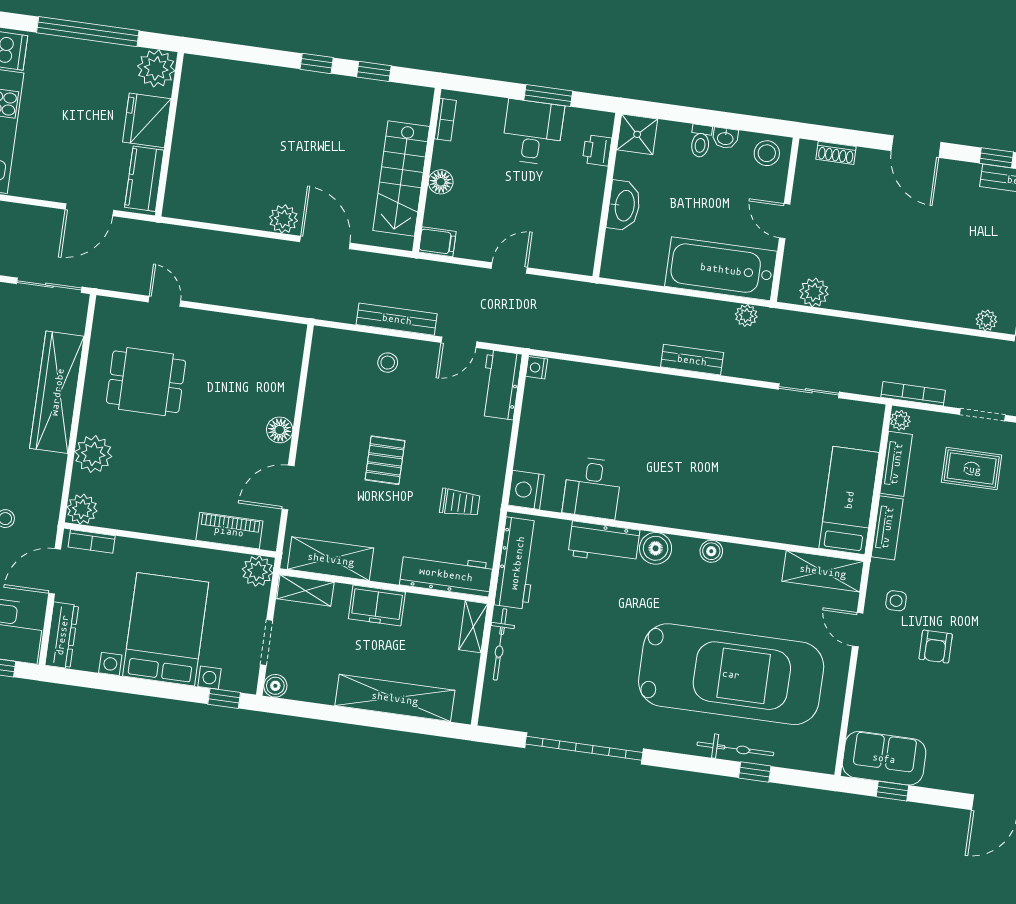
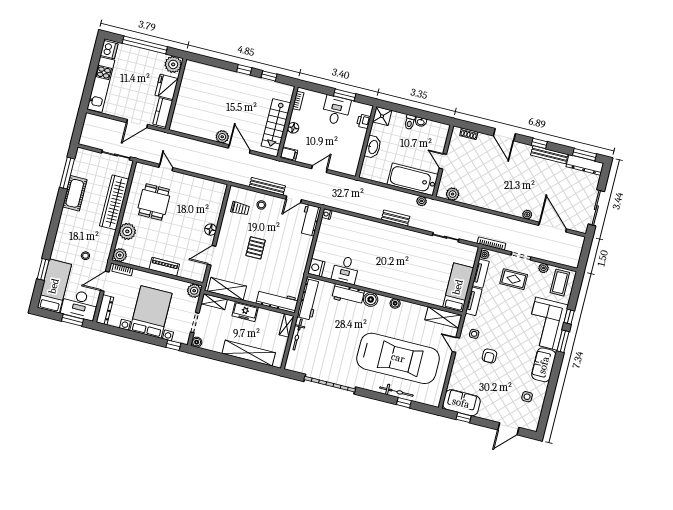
stool: (767, 153) -> (438, 131), removed
dining table: (146, 382) -> (154, 202), turned 90
trolley: (460, 503) -> (240, 209), moved
piano: (229, 531) -> (164, 267), moved

